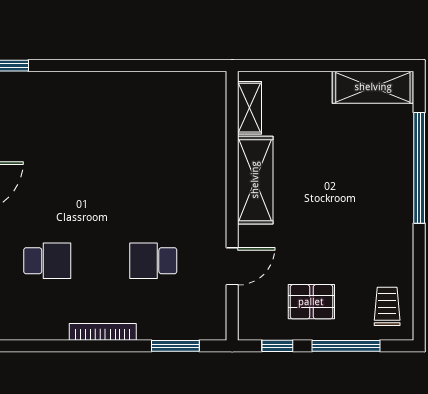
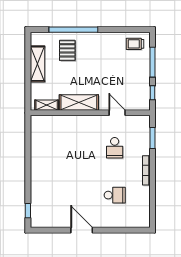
shelving: (373, 87) -> (37, 64), moved
school desk: (47, 261) -> (115, 195), turned 90
pallet: (311, 302) -> (67, 50), moved

